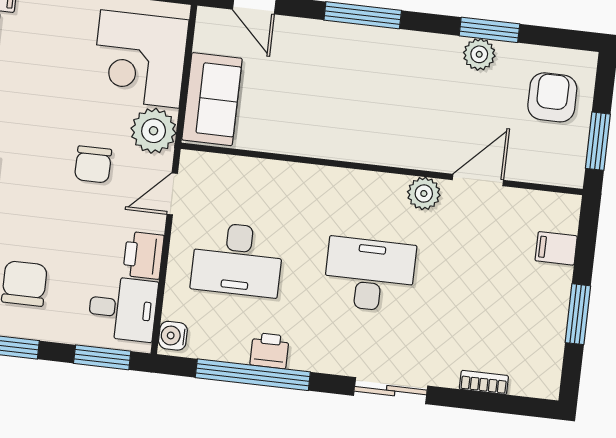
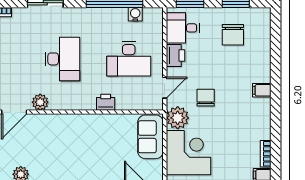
desk: (237, 259) -> (129, 59), turned 180
desk: (370, 275) -> (62, 59), turned -90
water cooler: (173, 336) -> (135, 14), moved, turned -90
printer: (270, 351) -> (106, 102), moved, turned 180

